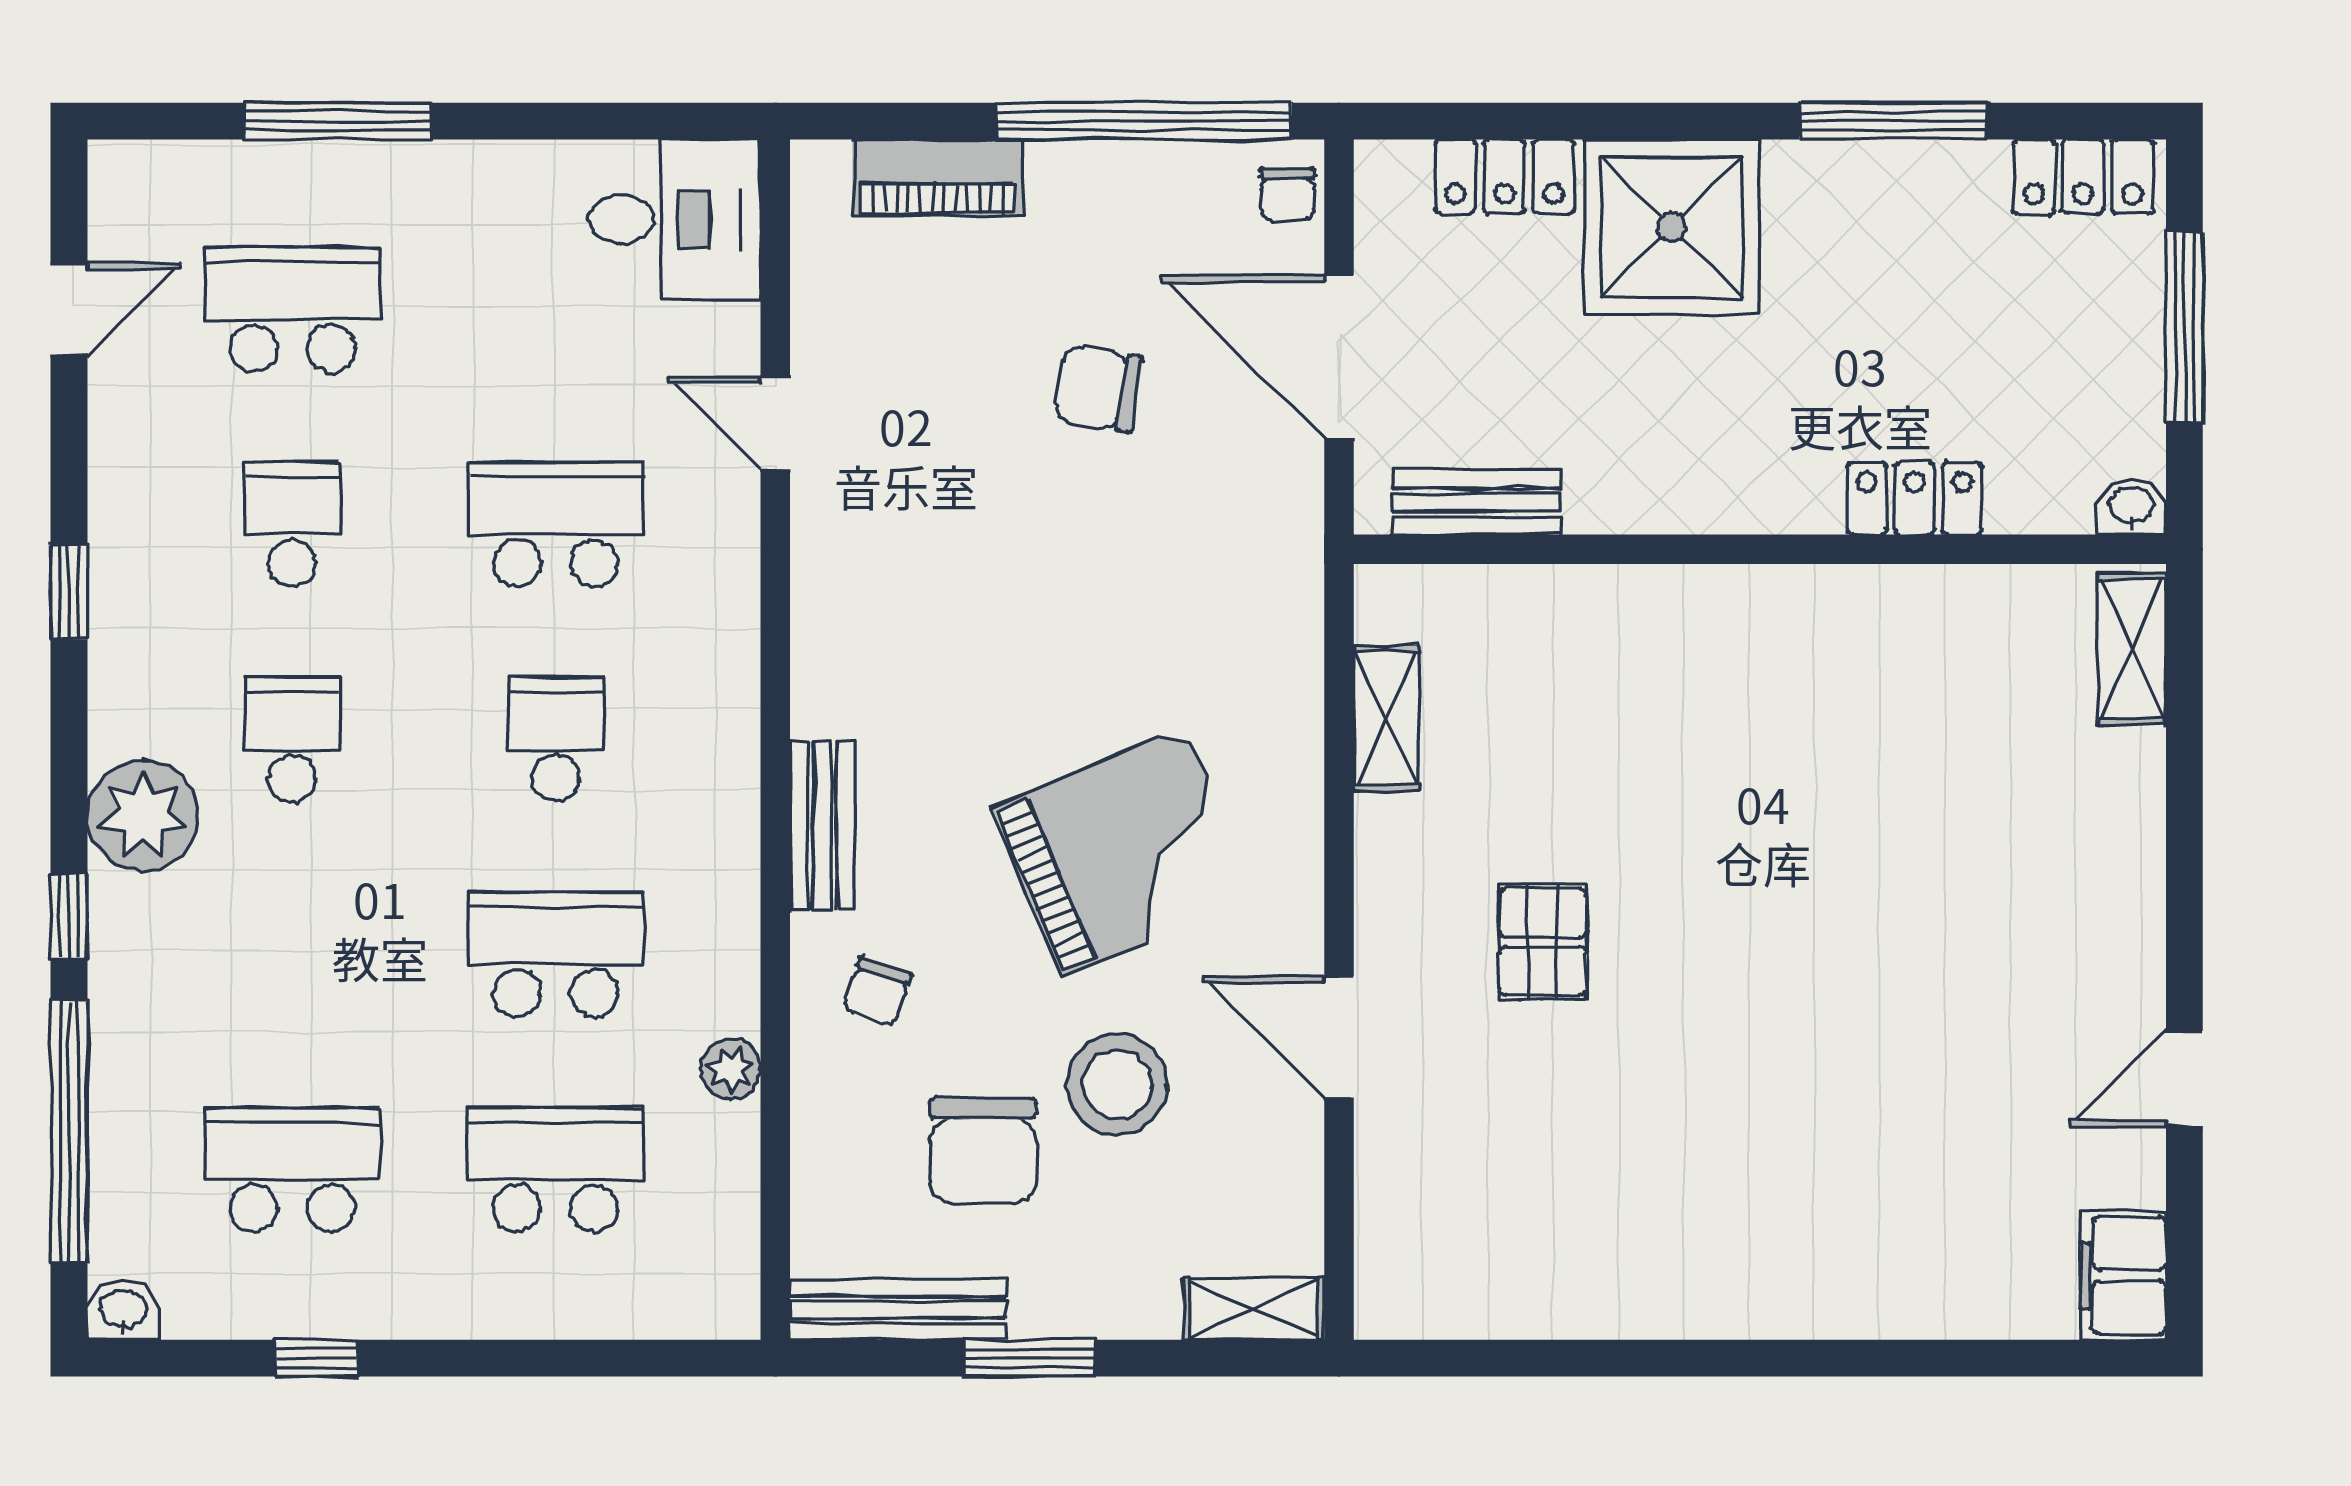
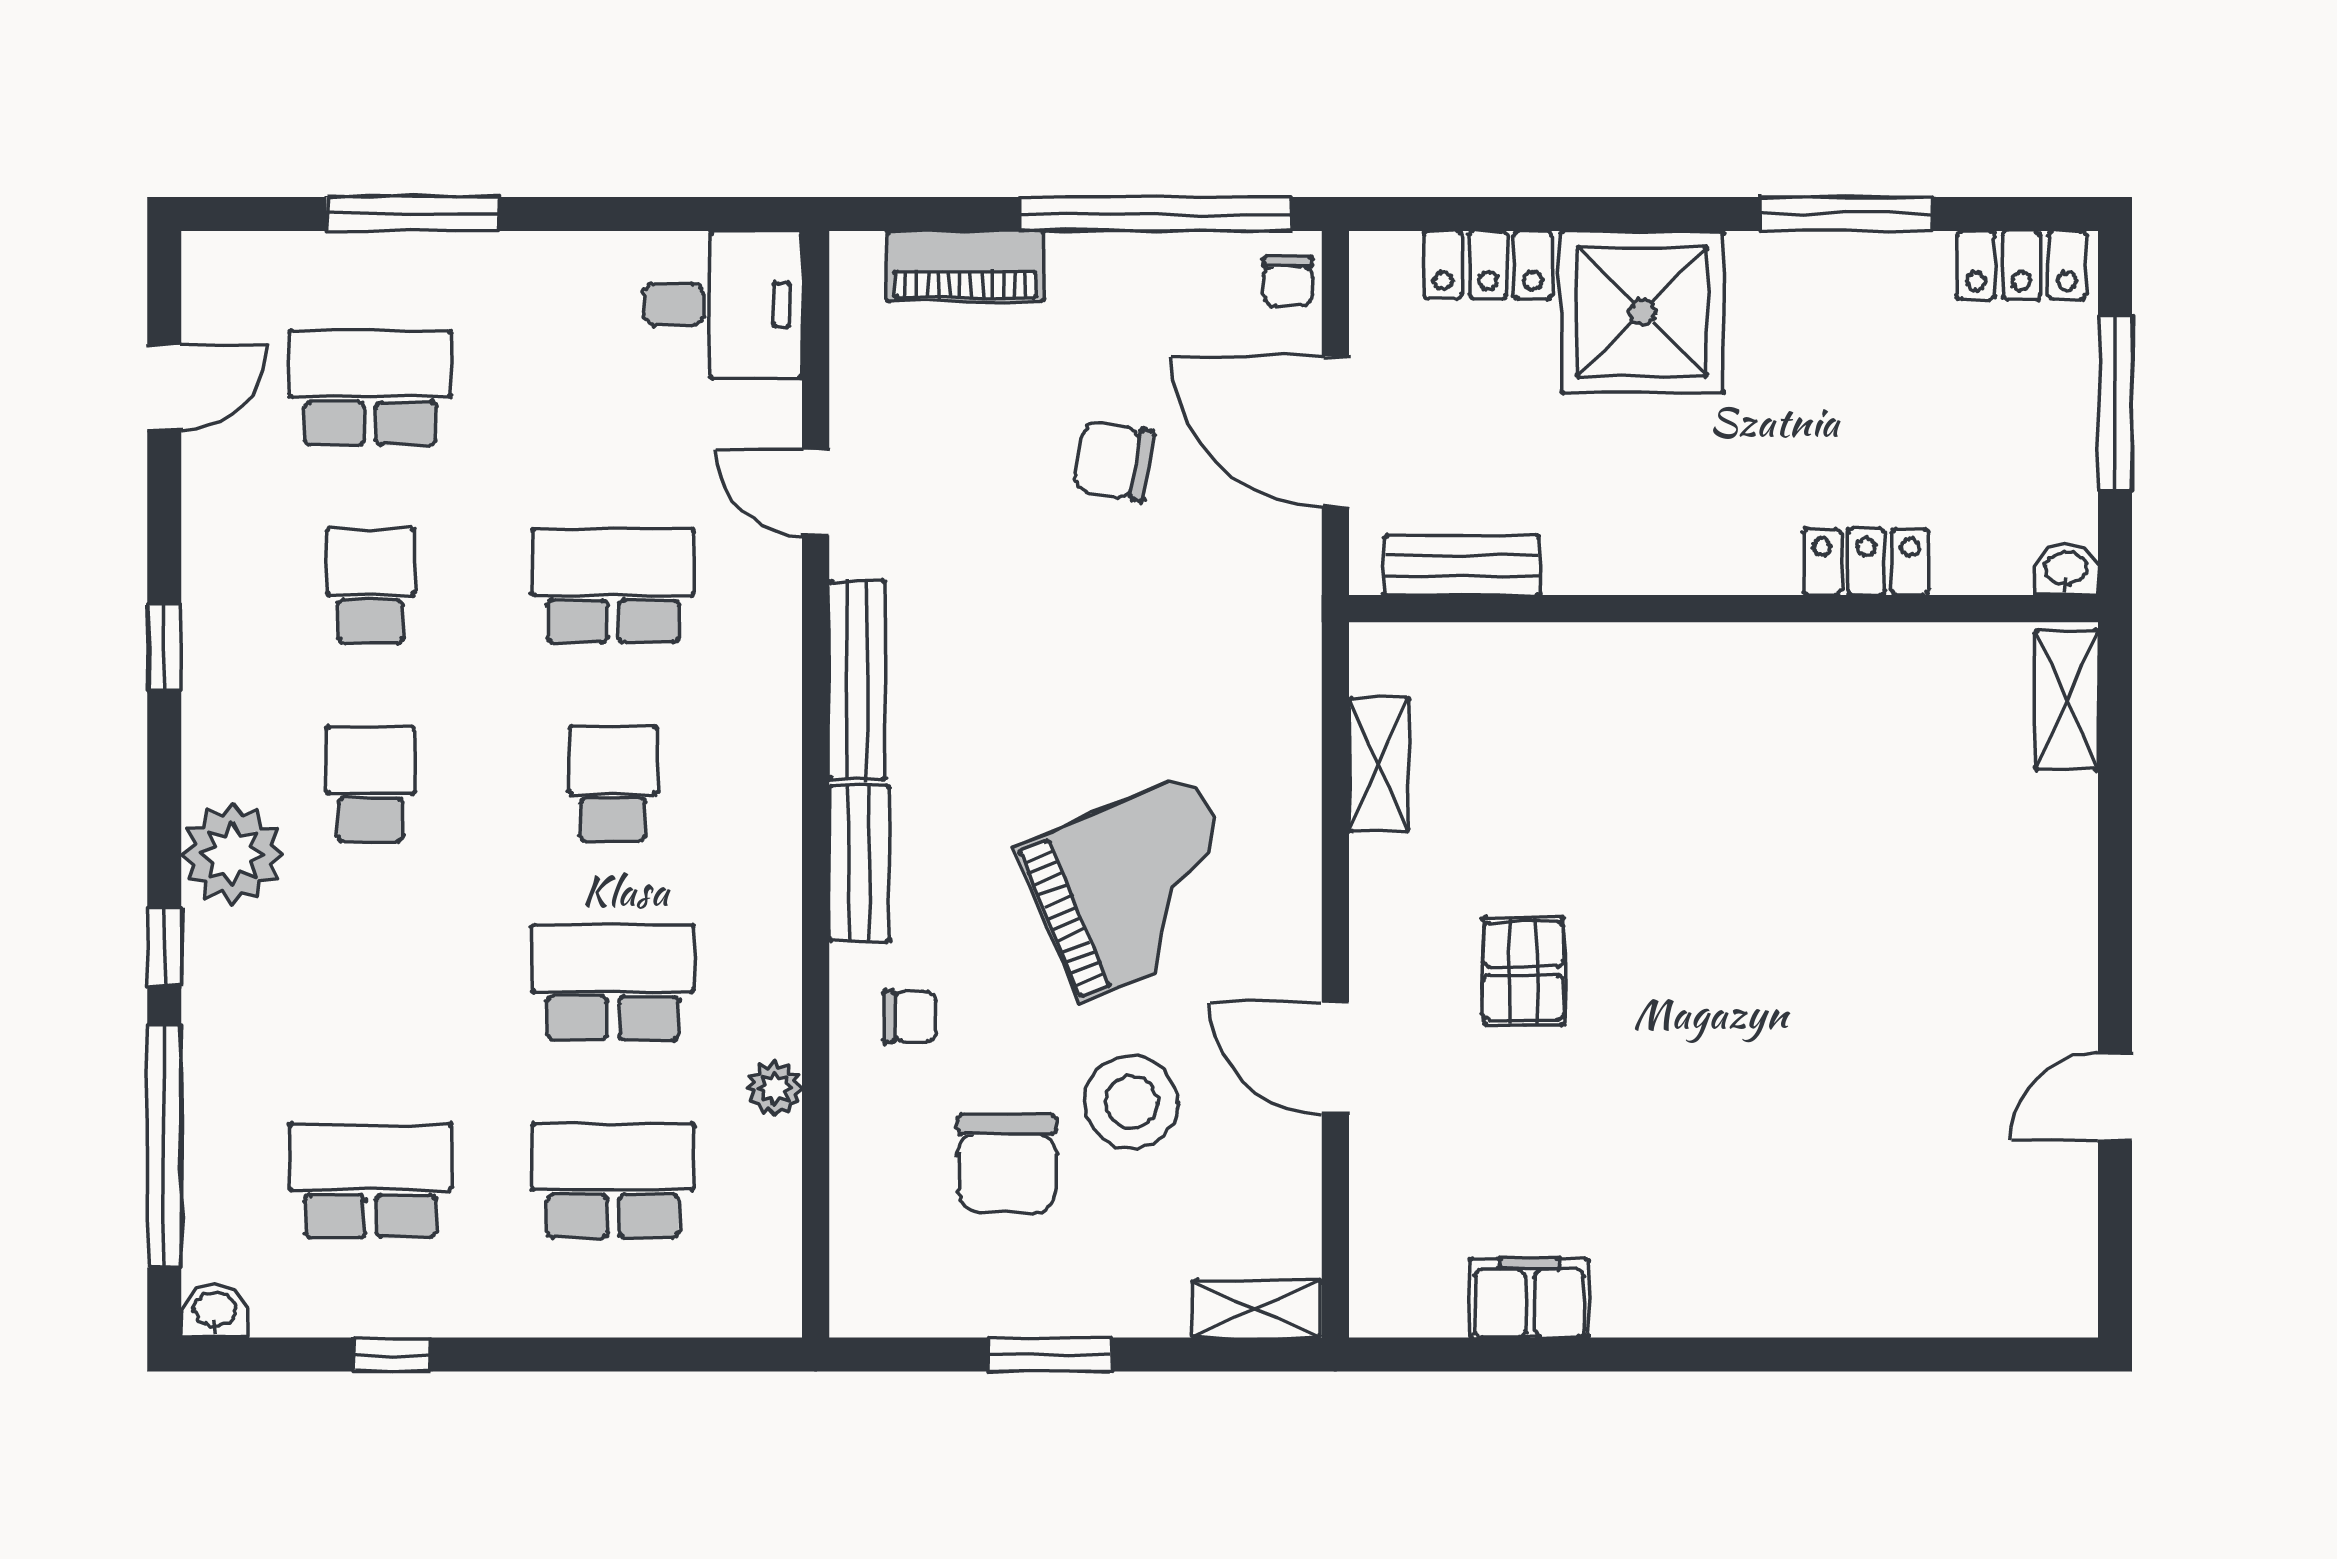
chair: (877, 992) -> (910, 1017), turned -109
filing cabinet: (2123, 1275) -> (1530, 1298), moved, turned 90
bench: (898, 1310) -> (857, 680), moved, turned 90

